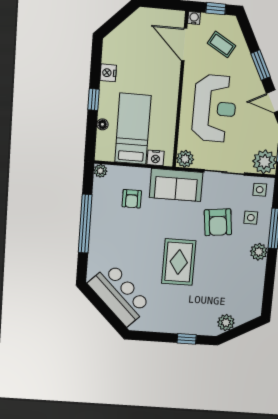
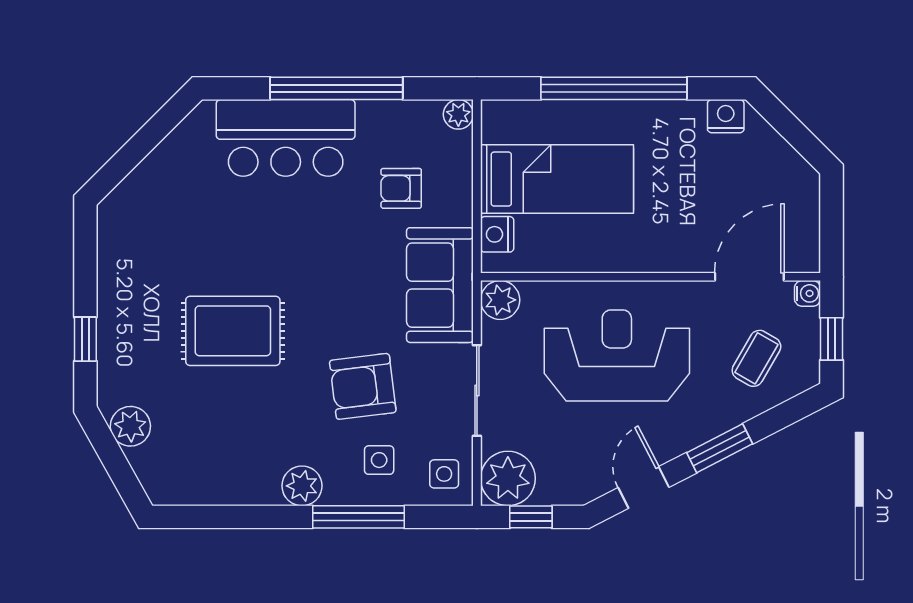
nightstand: (108, 73) -> (726, 116), moved
window: (93, 99) -> (614, 88), width x3.17
reception desk: (214, 108) -> (617, 355), turned 180
floor lamp: (102, 124) -> (561, 112), removed
rug: (179, 262) -> (233, 331), moved
bar counter: (119, 295) -> (286, 138), moved, turned 45

